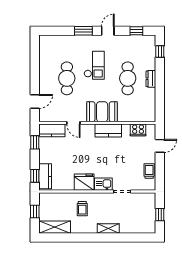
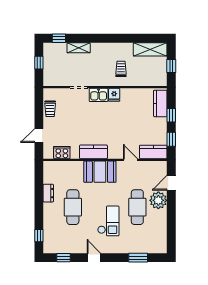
window: (83, 31) -> (138, 258), moved
door: (108, 31) -> (94, 258), swing flipped
checkout: (94, 65) -> (108, 221), turned 180
dresser: (151, 79) -> (48, 193), moved
plant: (47, 85) -> (158, 200), added
window: (35, 176) -> (171, 115), moved
fridge: (84, 182) -> (114, 95), width x0.53, depth x0.75
shelving: (108, 229) -> (79, 48), moved
window: (141, 238) -> (59, 38), added

